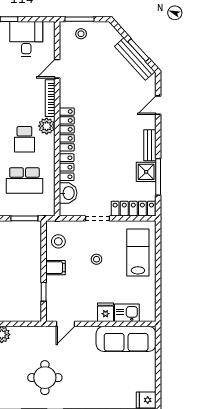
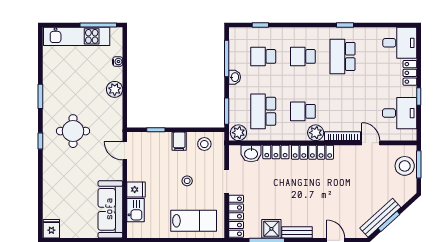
stool: (81, 34) -> (405, 166), width x1.89, depth x1.89
plant: (47, 206) -> (238, 133), added

